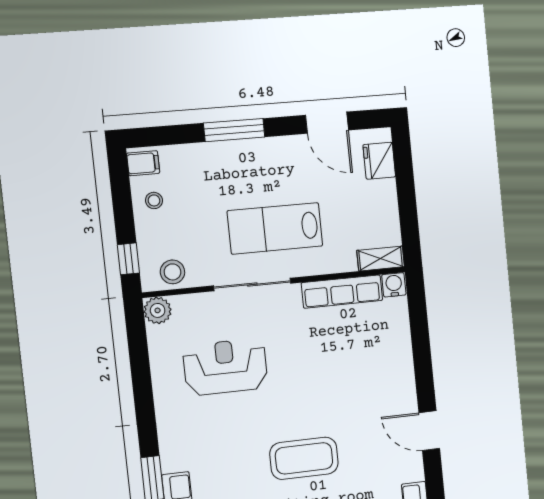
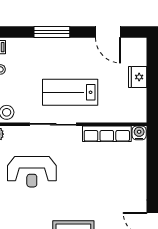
fridge: (379, 161) -> (138, 77), moved
shelving: (381, 259) -> (133, 116), removed
reception desk: (225, 367) -> (32, 172), turned 180

